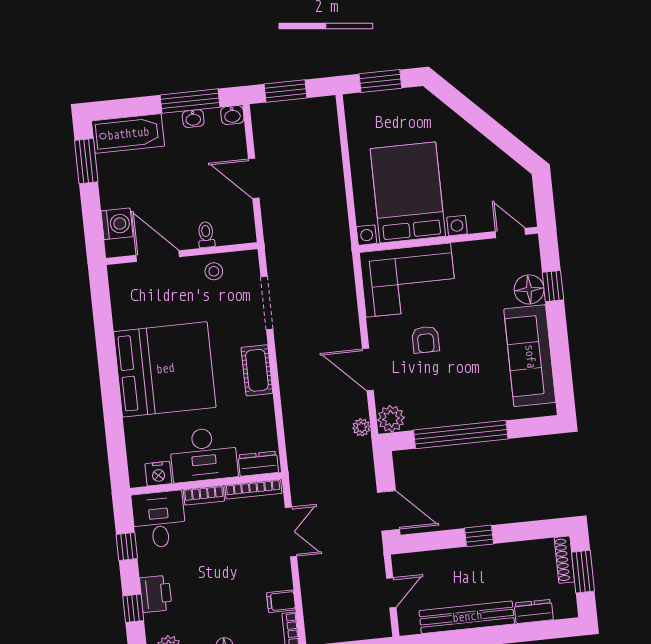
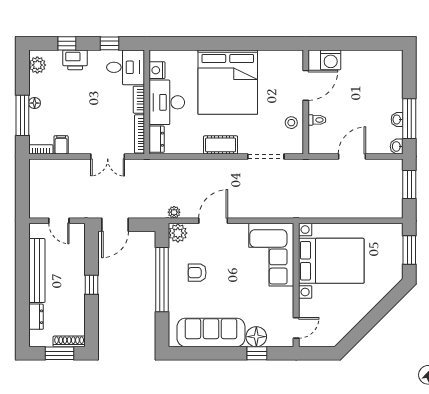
bathtub: (128, 134) -> (392, 74), removed
window: (86, 161) -> (376, 43), removed
armchair: (426, 340) -> (197, 273), moved

